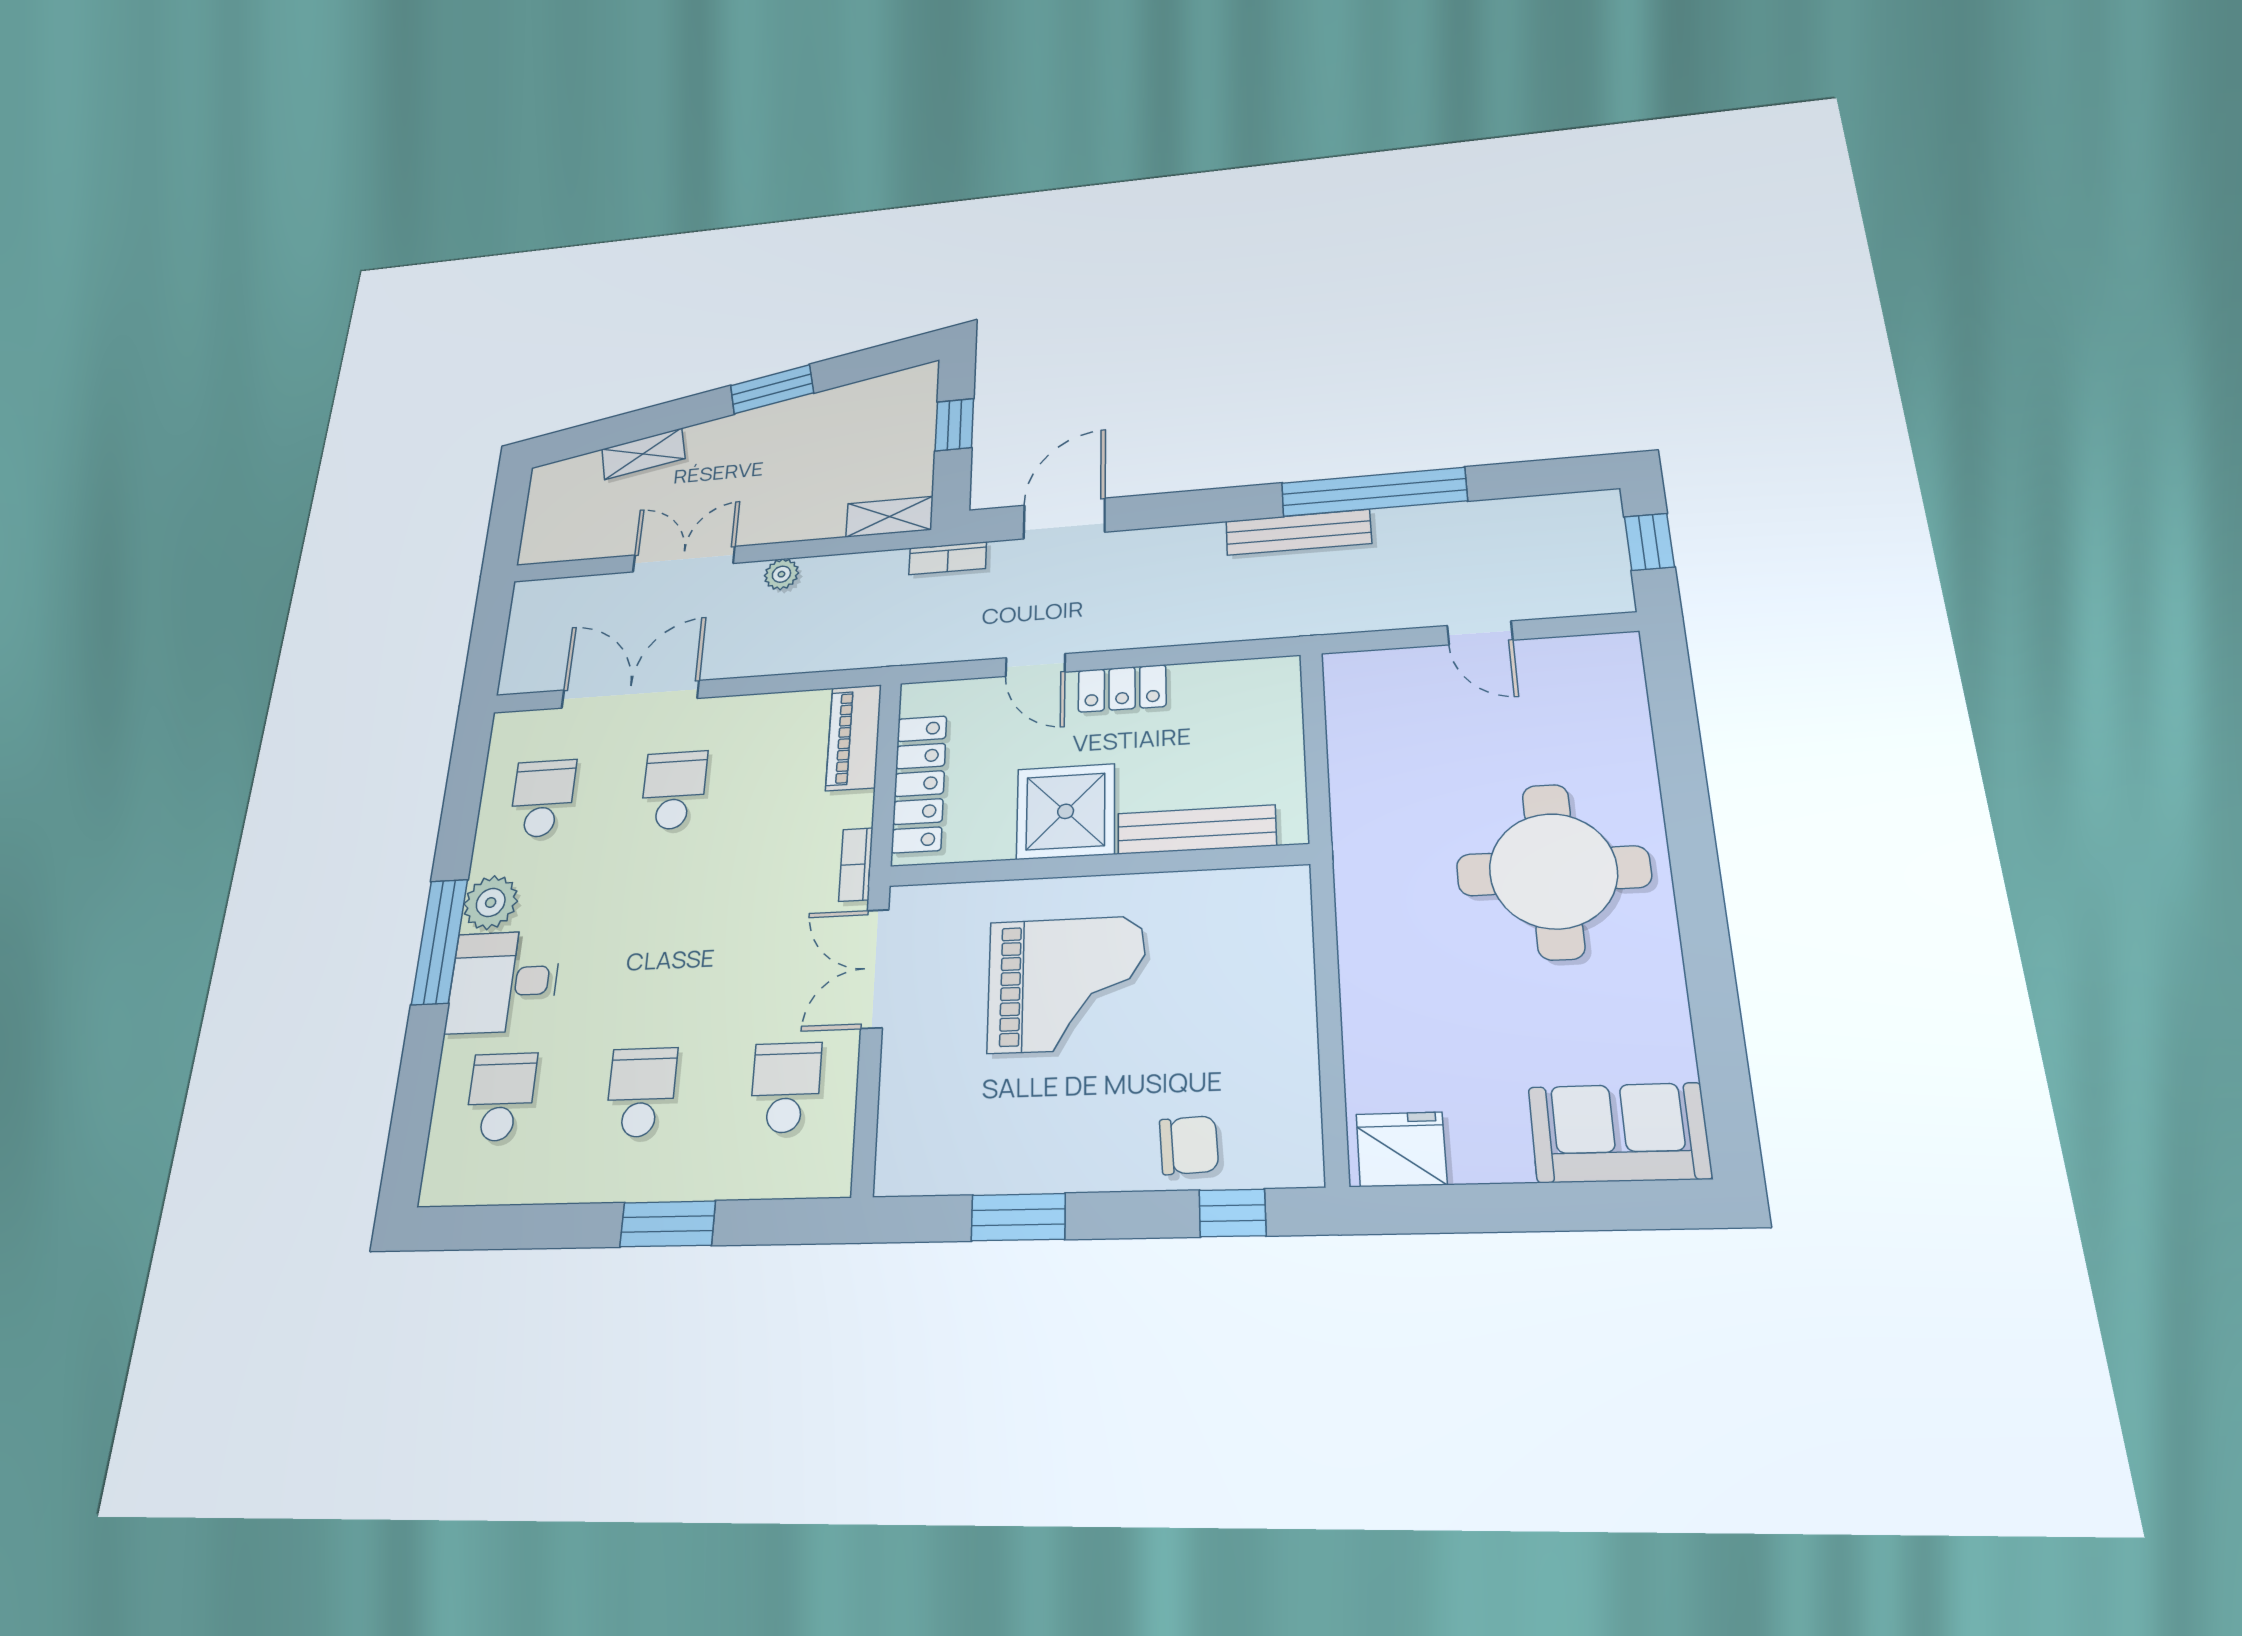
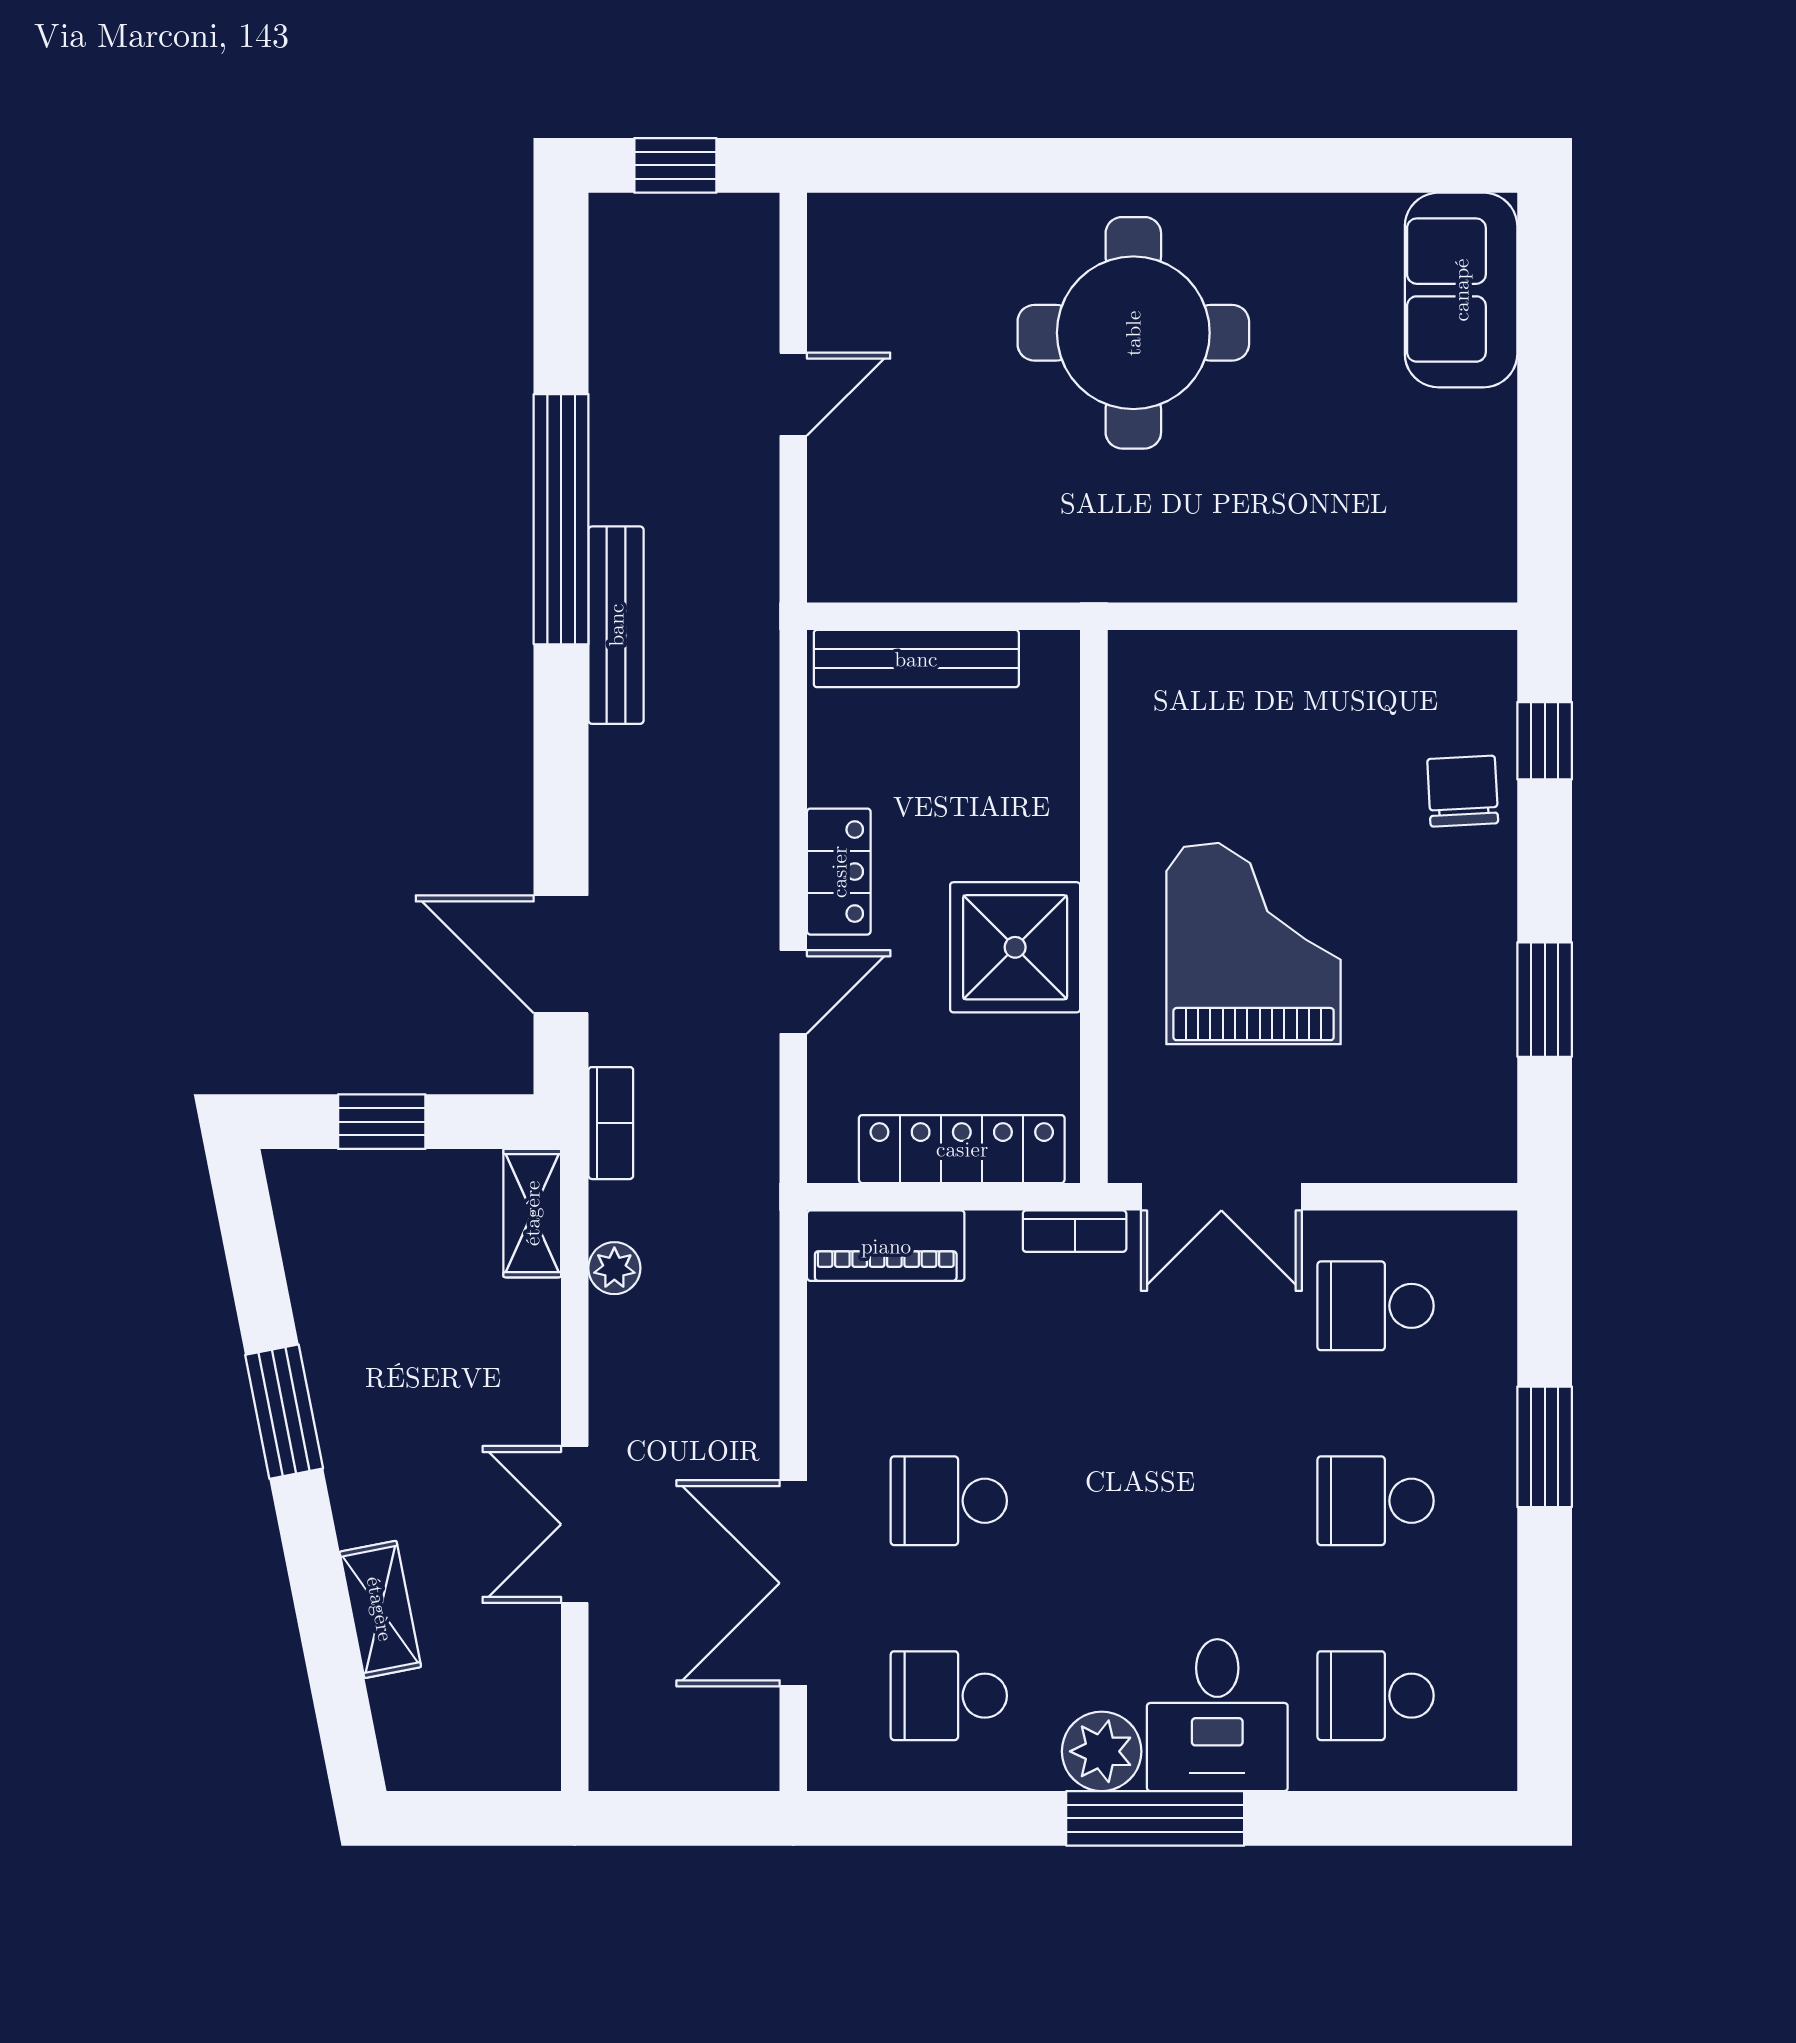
plant: (781, 574) -> (614, 1268), moved
bench: (1197, 830) -> (916, 659), moved, turned 90
fridge: (1401, 1149) -> (1474, 540), removed

